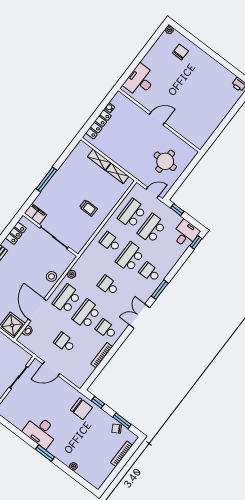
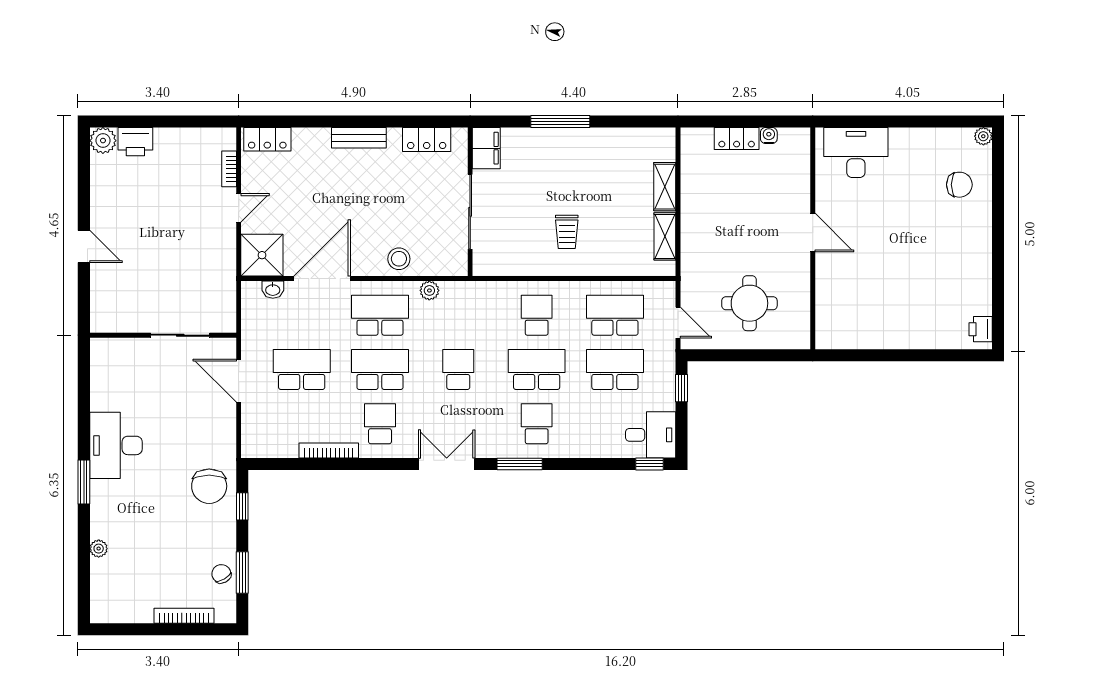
locker: (98, 124) -> (737, 139), width x0.66
school desk: (65, 343) -> (302, 369), width x1.85

